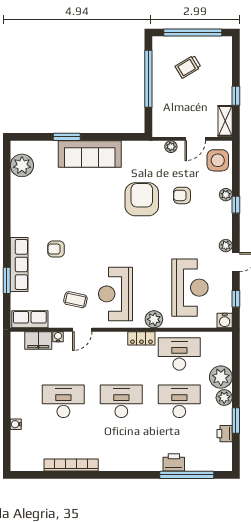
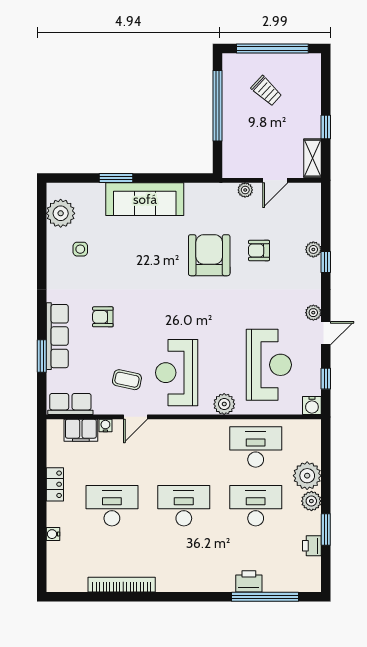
trolley: (188, 67) -> (266, 91), turned -106
side table: (218, 160) -> (80, 249), moved, width x0.54, depth x0.54
locker: (141, 338) -> (55, 484), moved, turned -90

